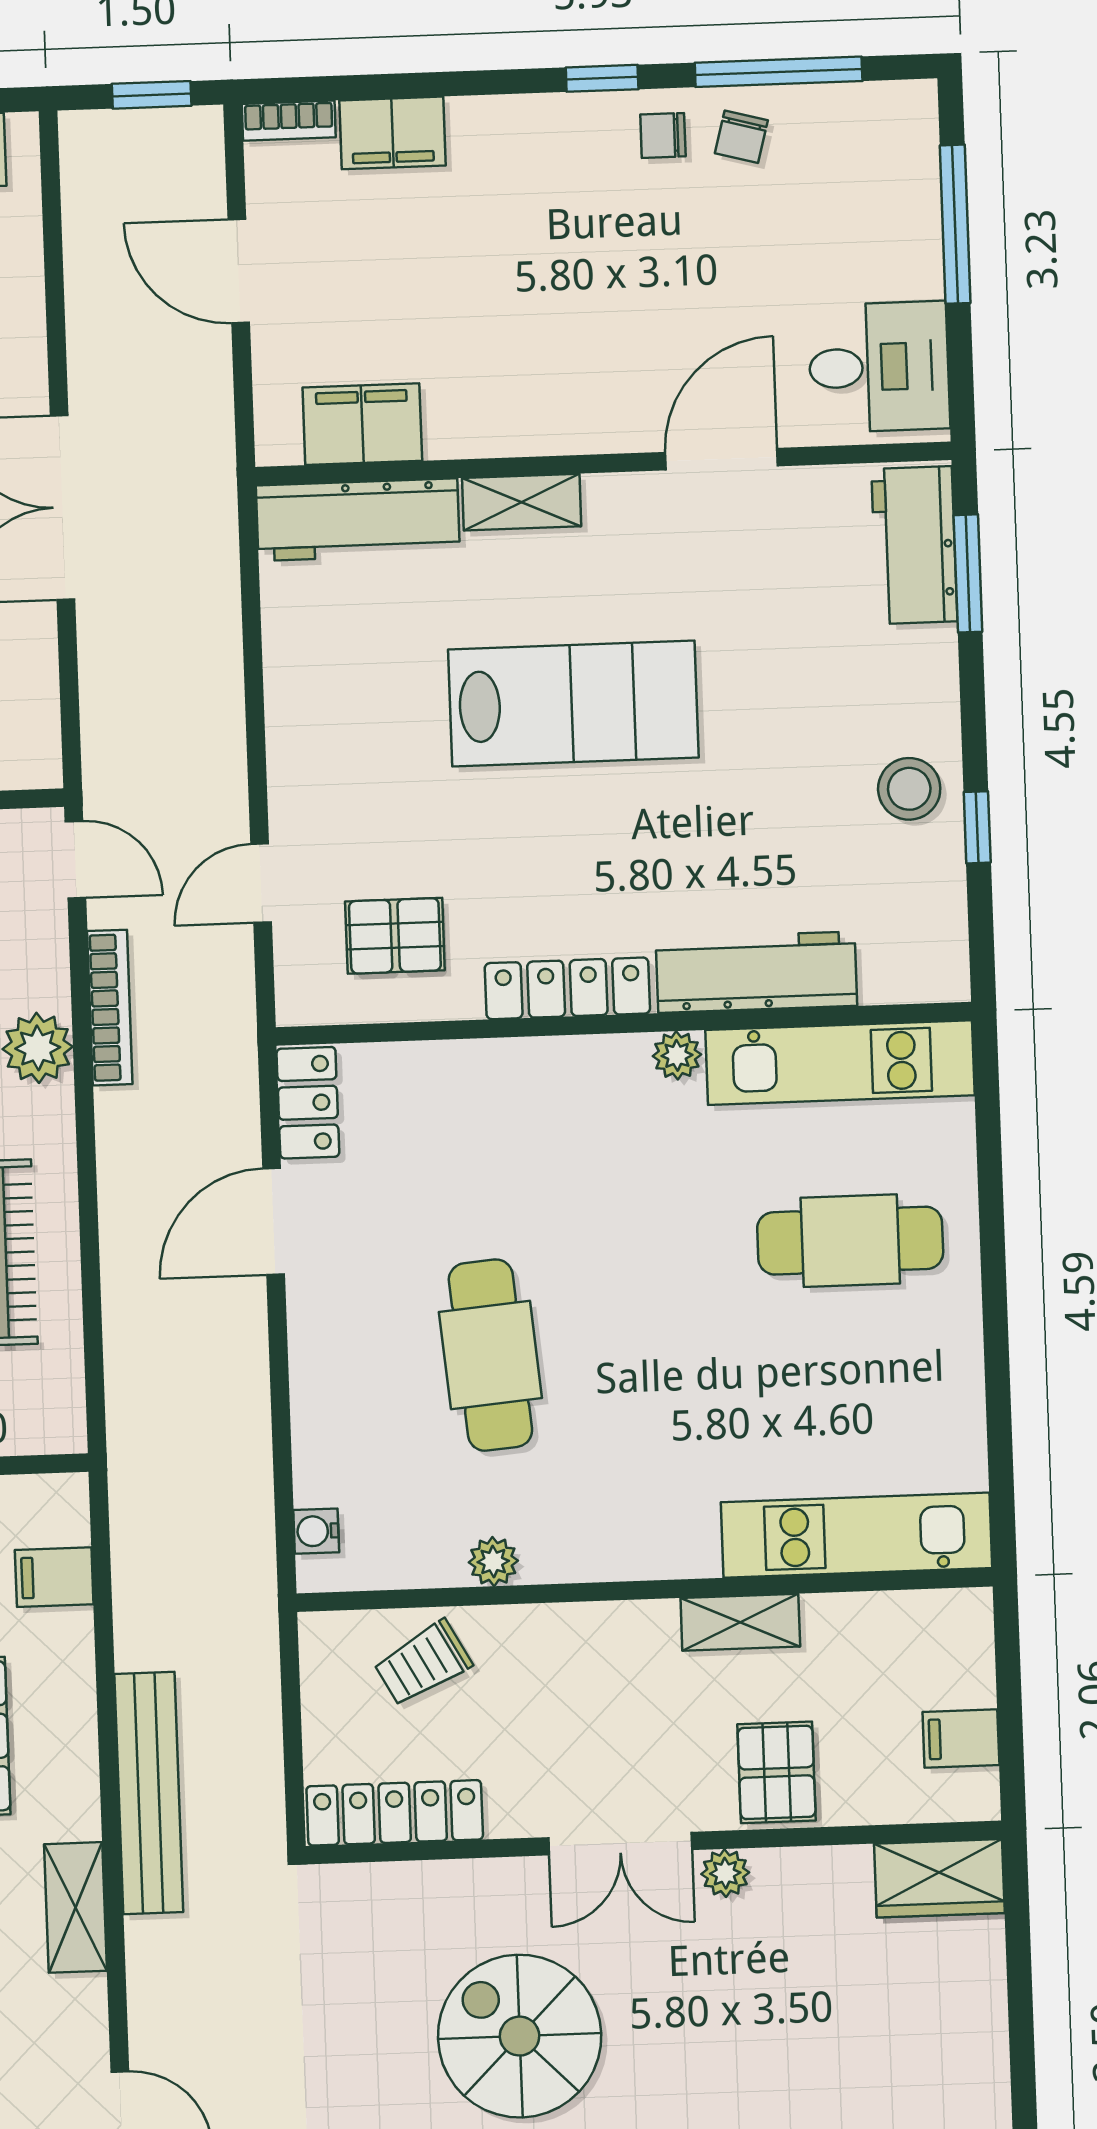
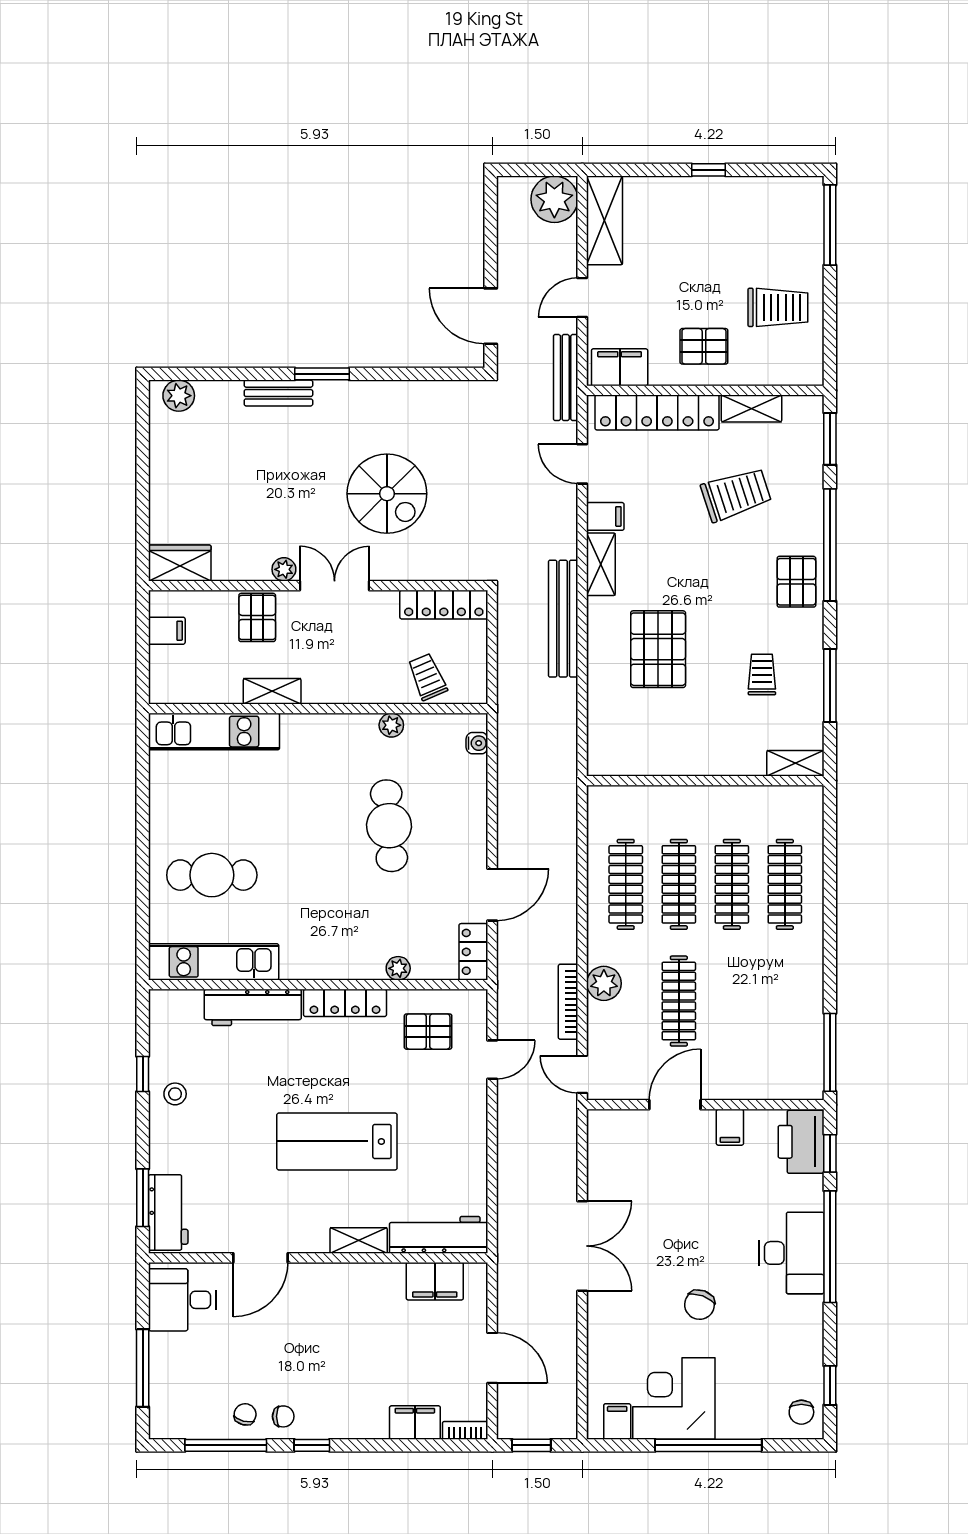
stool: (909, 789) -> (175, 1094), width x0.73, depth x0.73
plant: (677, 1055) -> (398, 968), moved
filing cabinet: (54, 1577) -> (605, 516), moved
trolley: (423, 1663) -> (427, 677), turned -84

